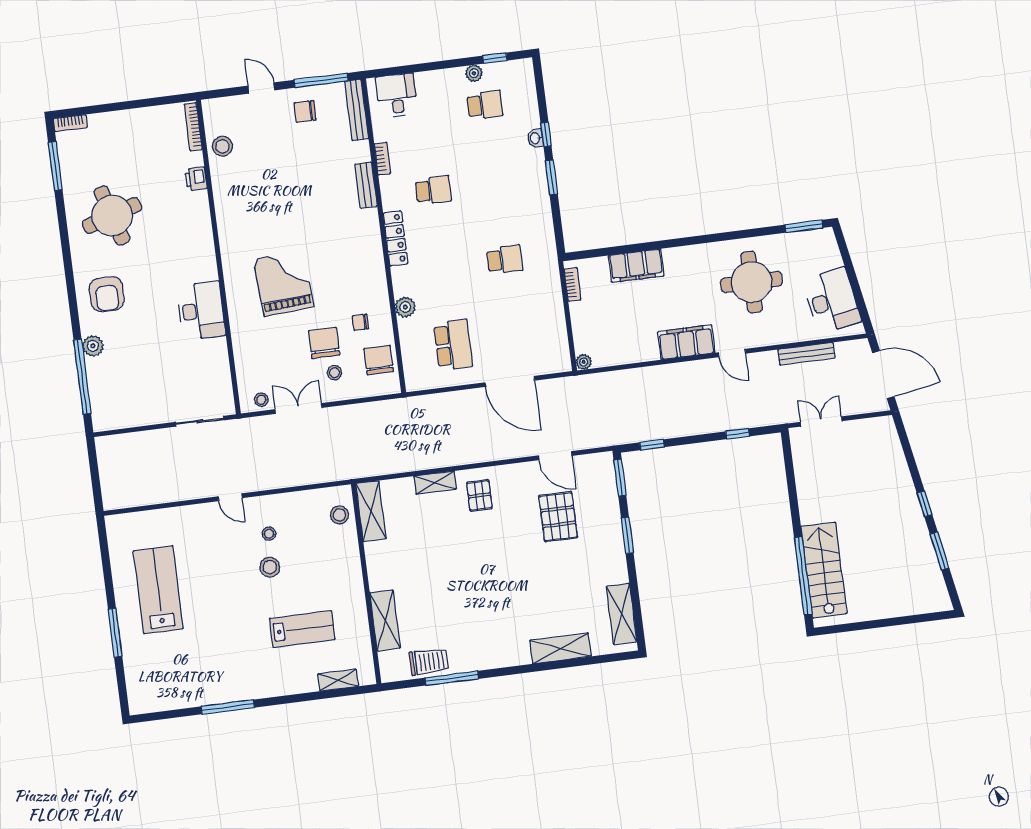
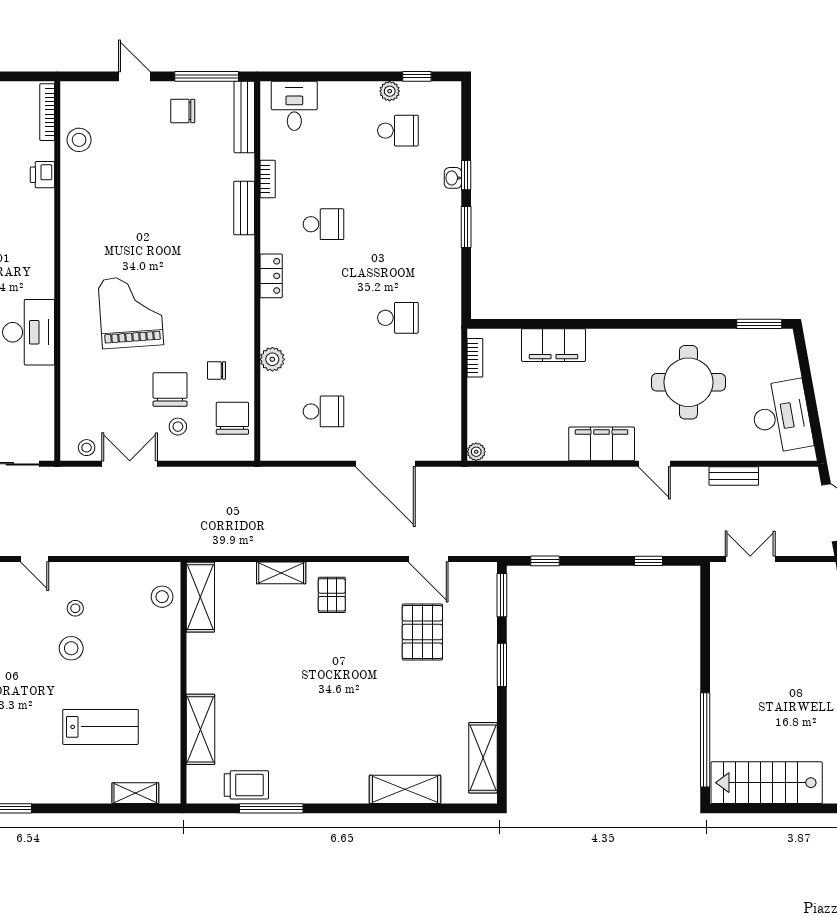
locker: (396, 238) -> (271, 276), width x0.66
school desk: (453, 345) -> (323, 411), width x0.54
bench: (806, 354) -> (734, 476), width x0.73
stairs: (824, 570) -> (767, 783), moved, turned -90

